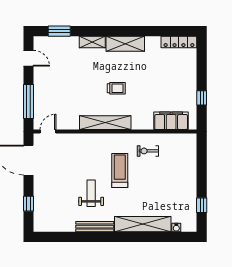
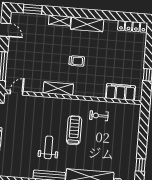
shelving: (105, 123) -> (58, 89), width x0.68

